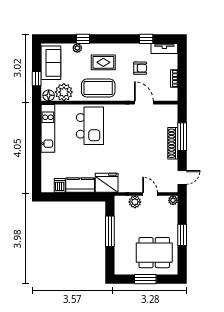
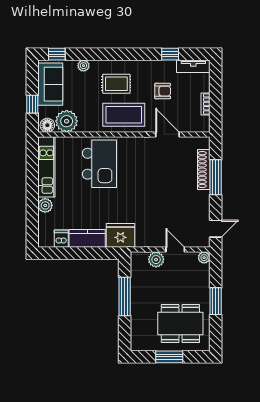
window: (83, 39) -> (57, 54), moved
coffee table: (98, 88) -> (124, 115), moved
shoe rack: (173, 143) -> (204, 170), moved
plant: (47, 159) -> (45, 205), added

